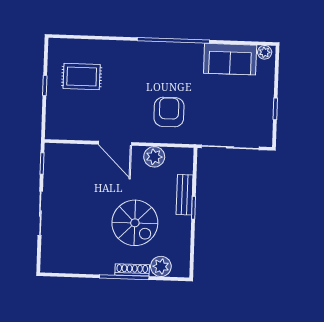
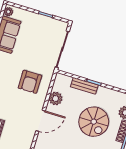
armchair: (169, 112) -> (30, 82), turned -90
spiral stairs: (135, 223) -> (94, 122), turned 90

